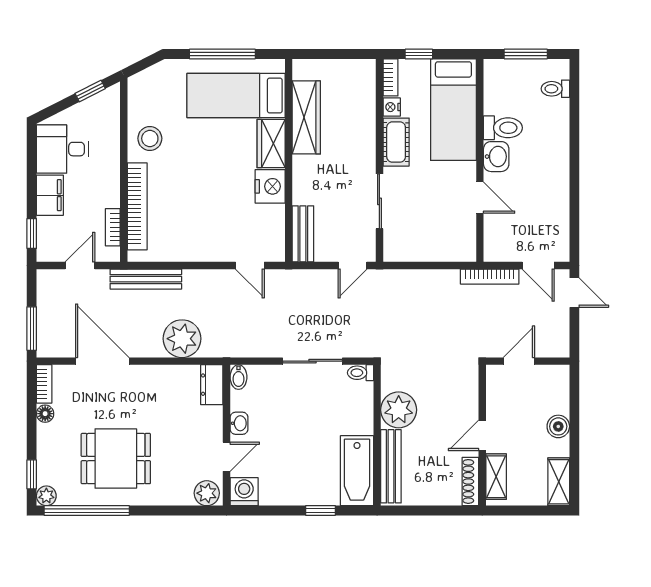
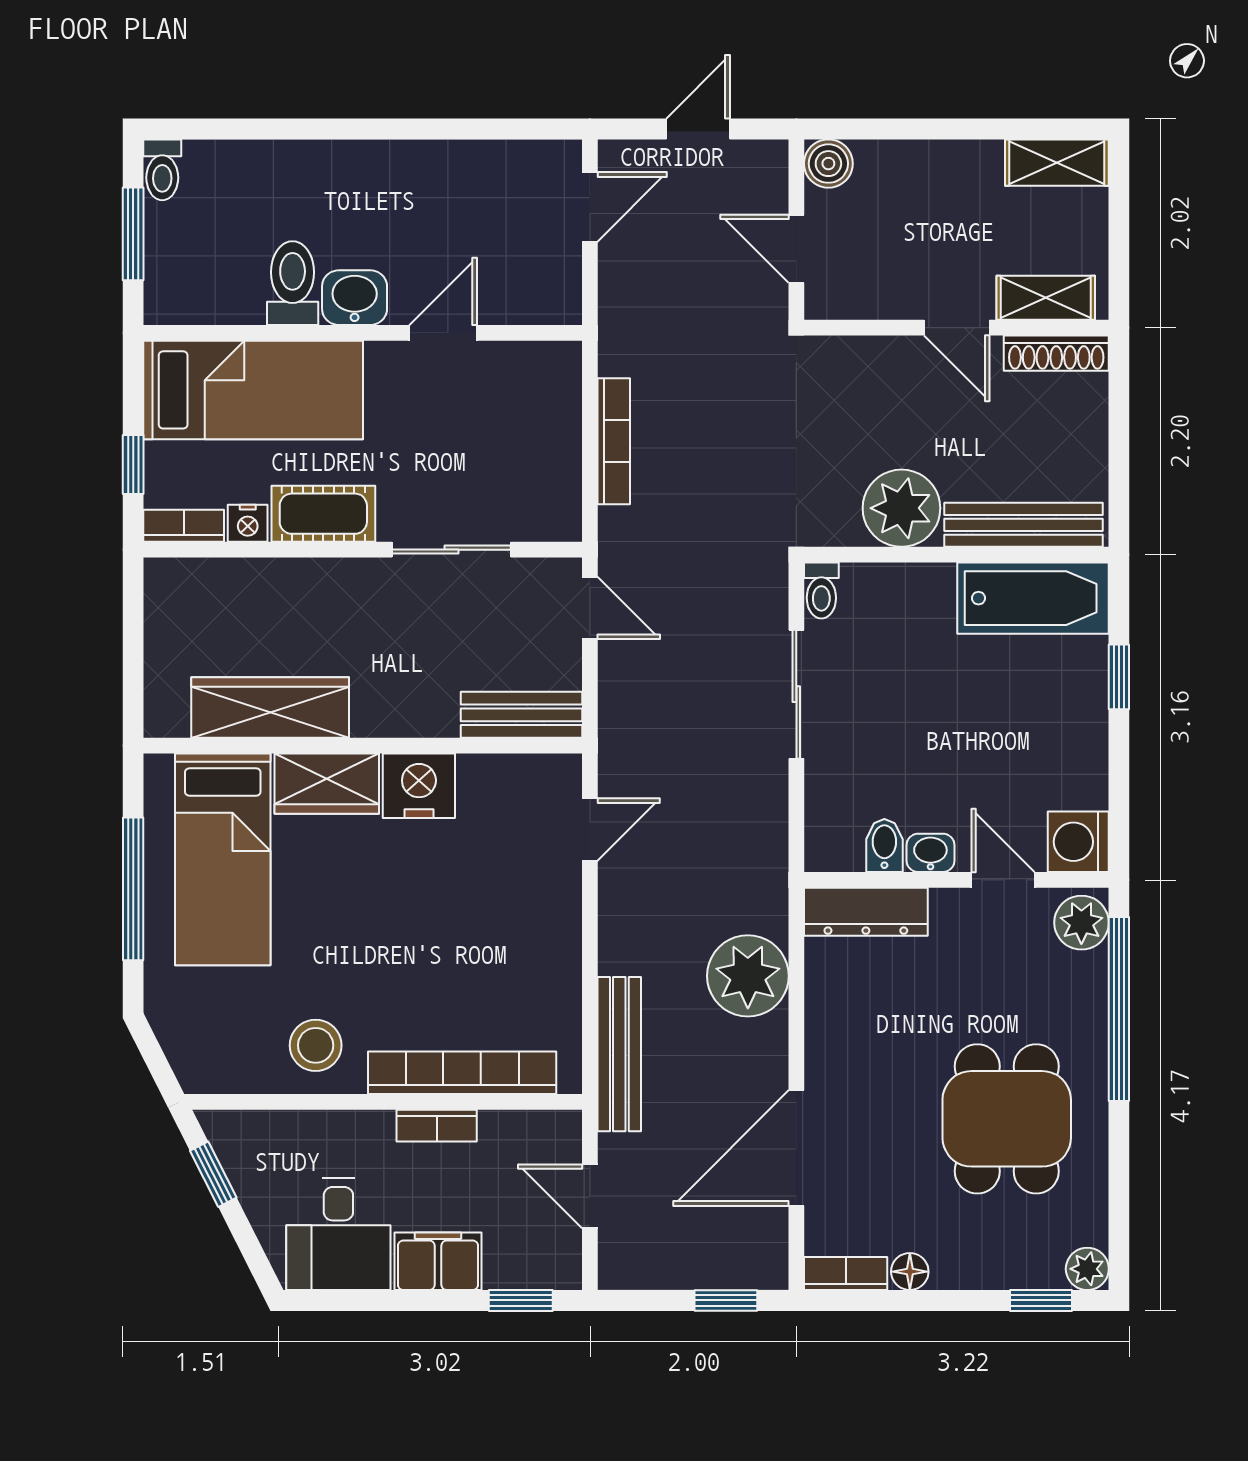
toilet: (555, 89) -> (162, 170), moved
bookcase: (113, 227) -> (437, 1126), moved
bookcase: (490, 277) -> (614, 441), moved
door: (574, 293) -> (698, 129), moved
window: (32, 329) -> (726, 1300), width x0.67
bidet: (238, 377) -> (884, 845), moved, turned -90
dresser: (212, 385) -> (866, 912), width x1.44
boiler: (558, 426) -> (828, 164), moved
window: (87, 511) -> (1119, 1009), moved

